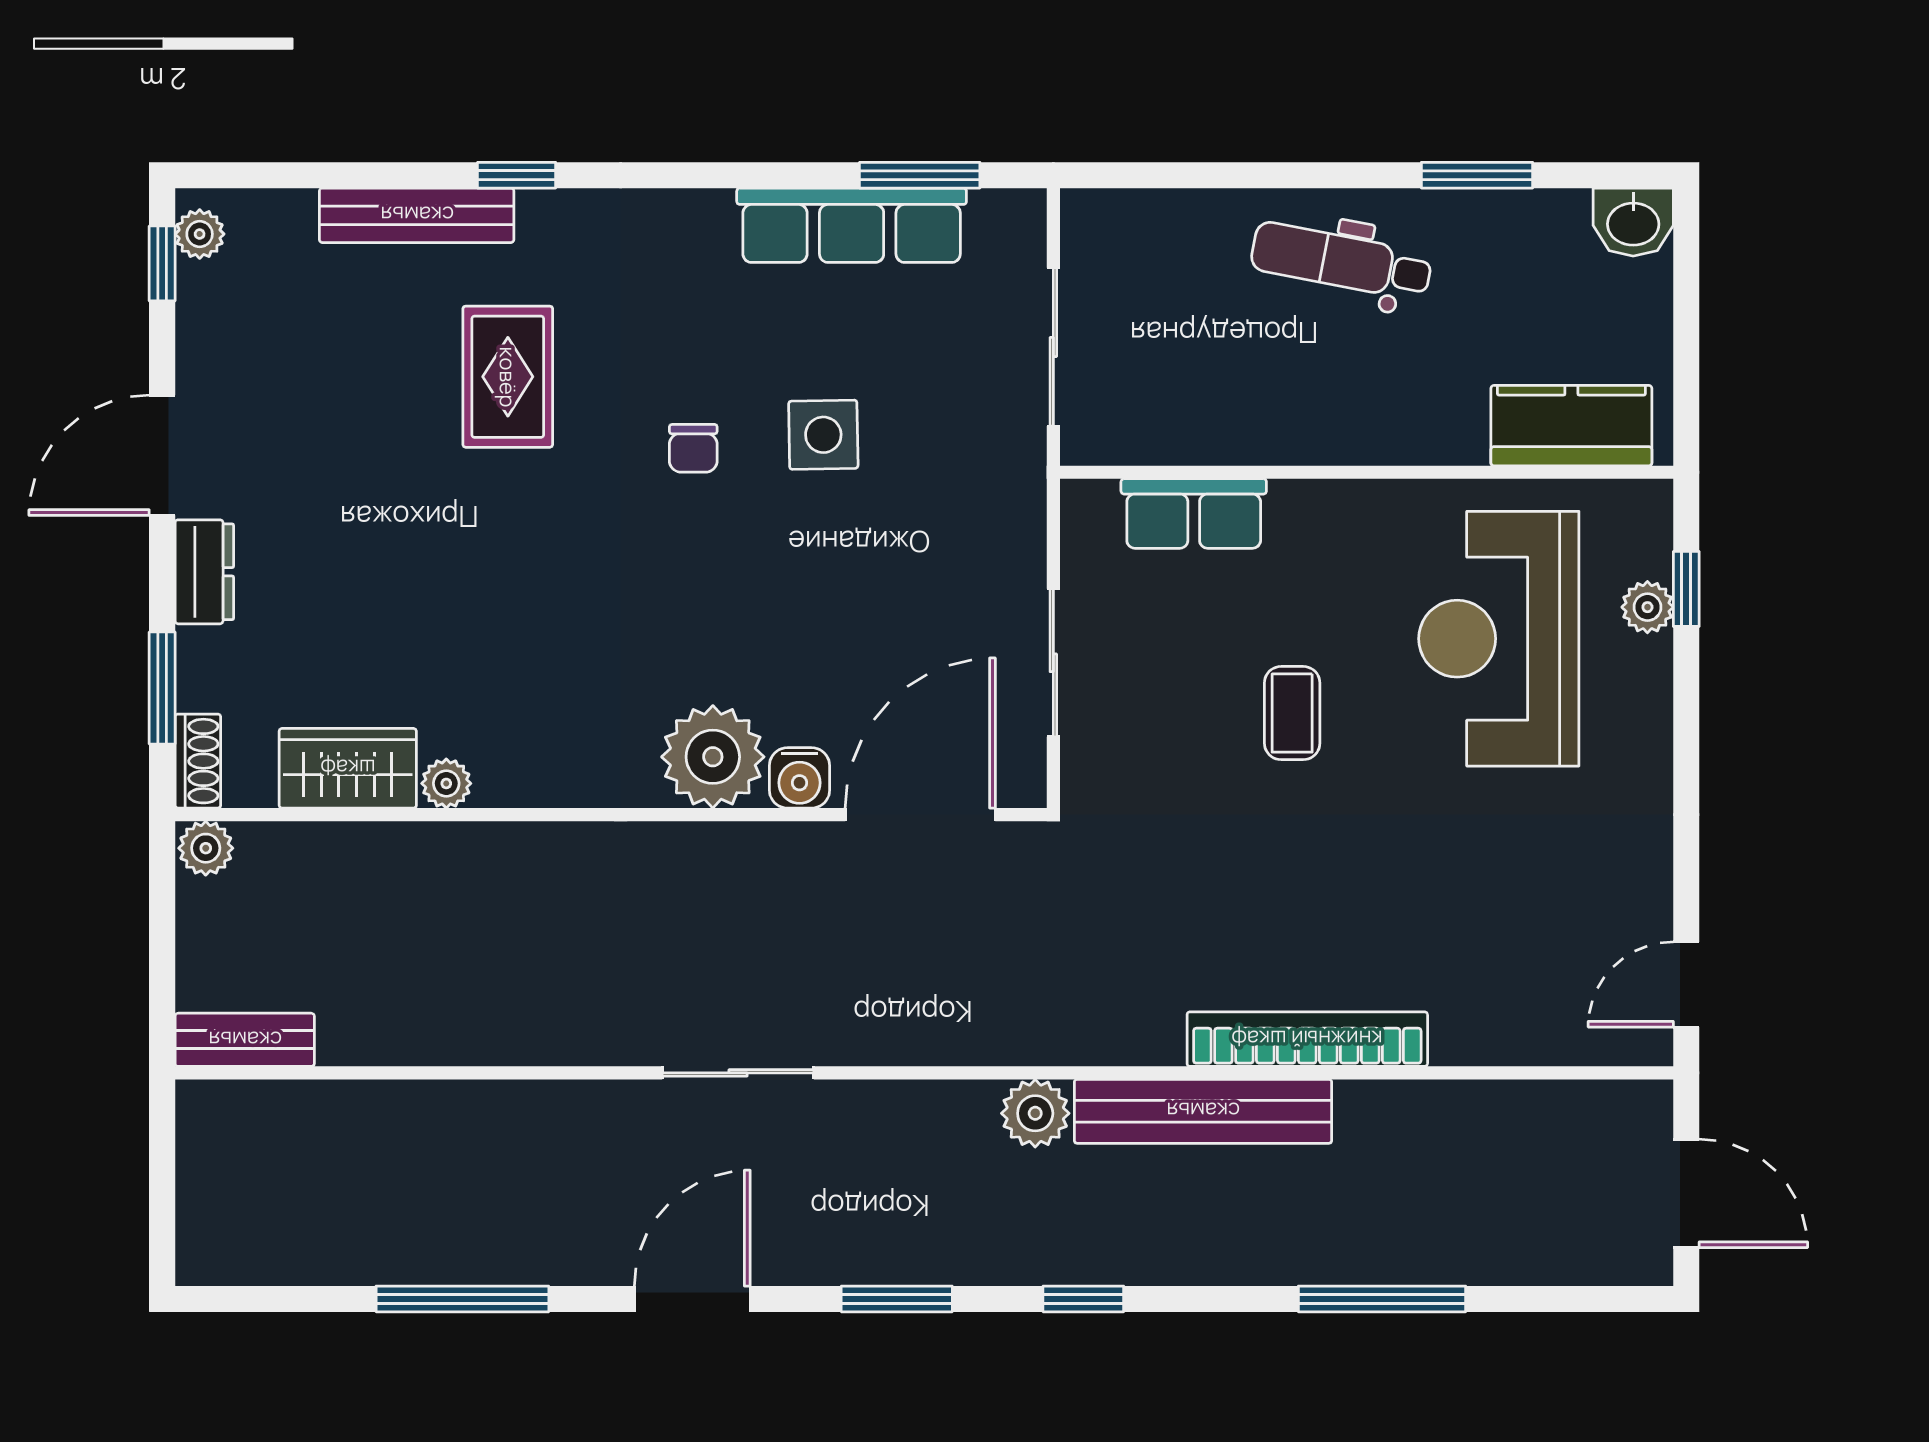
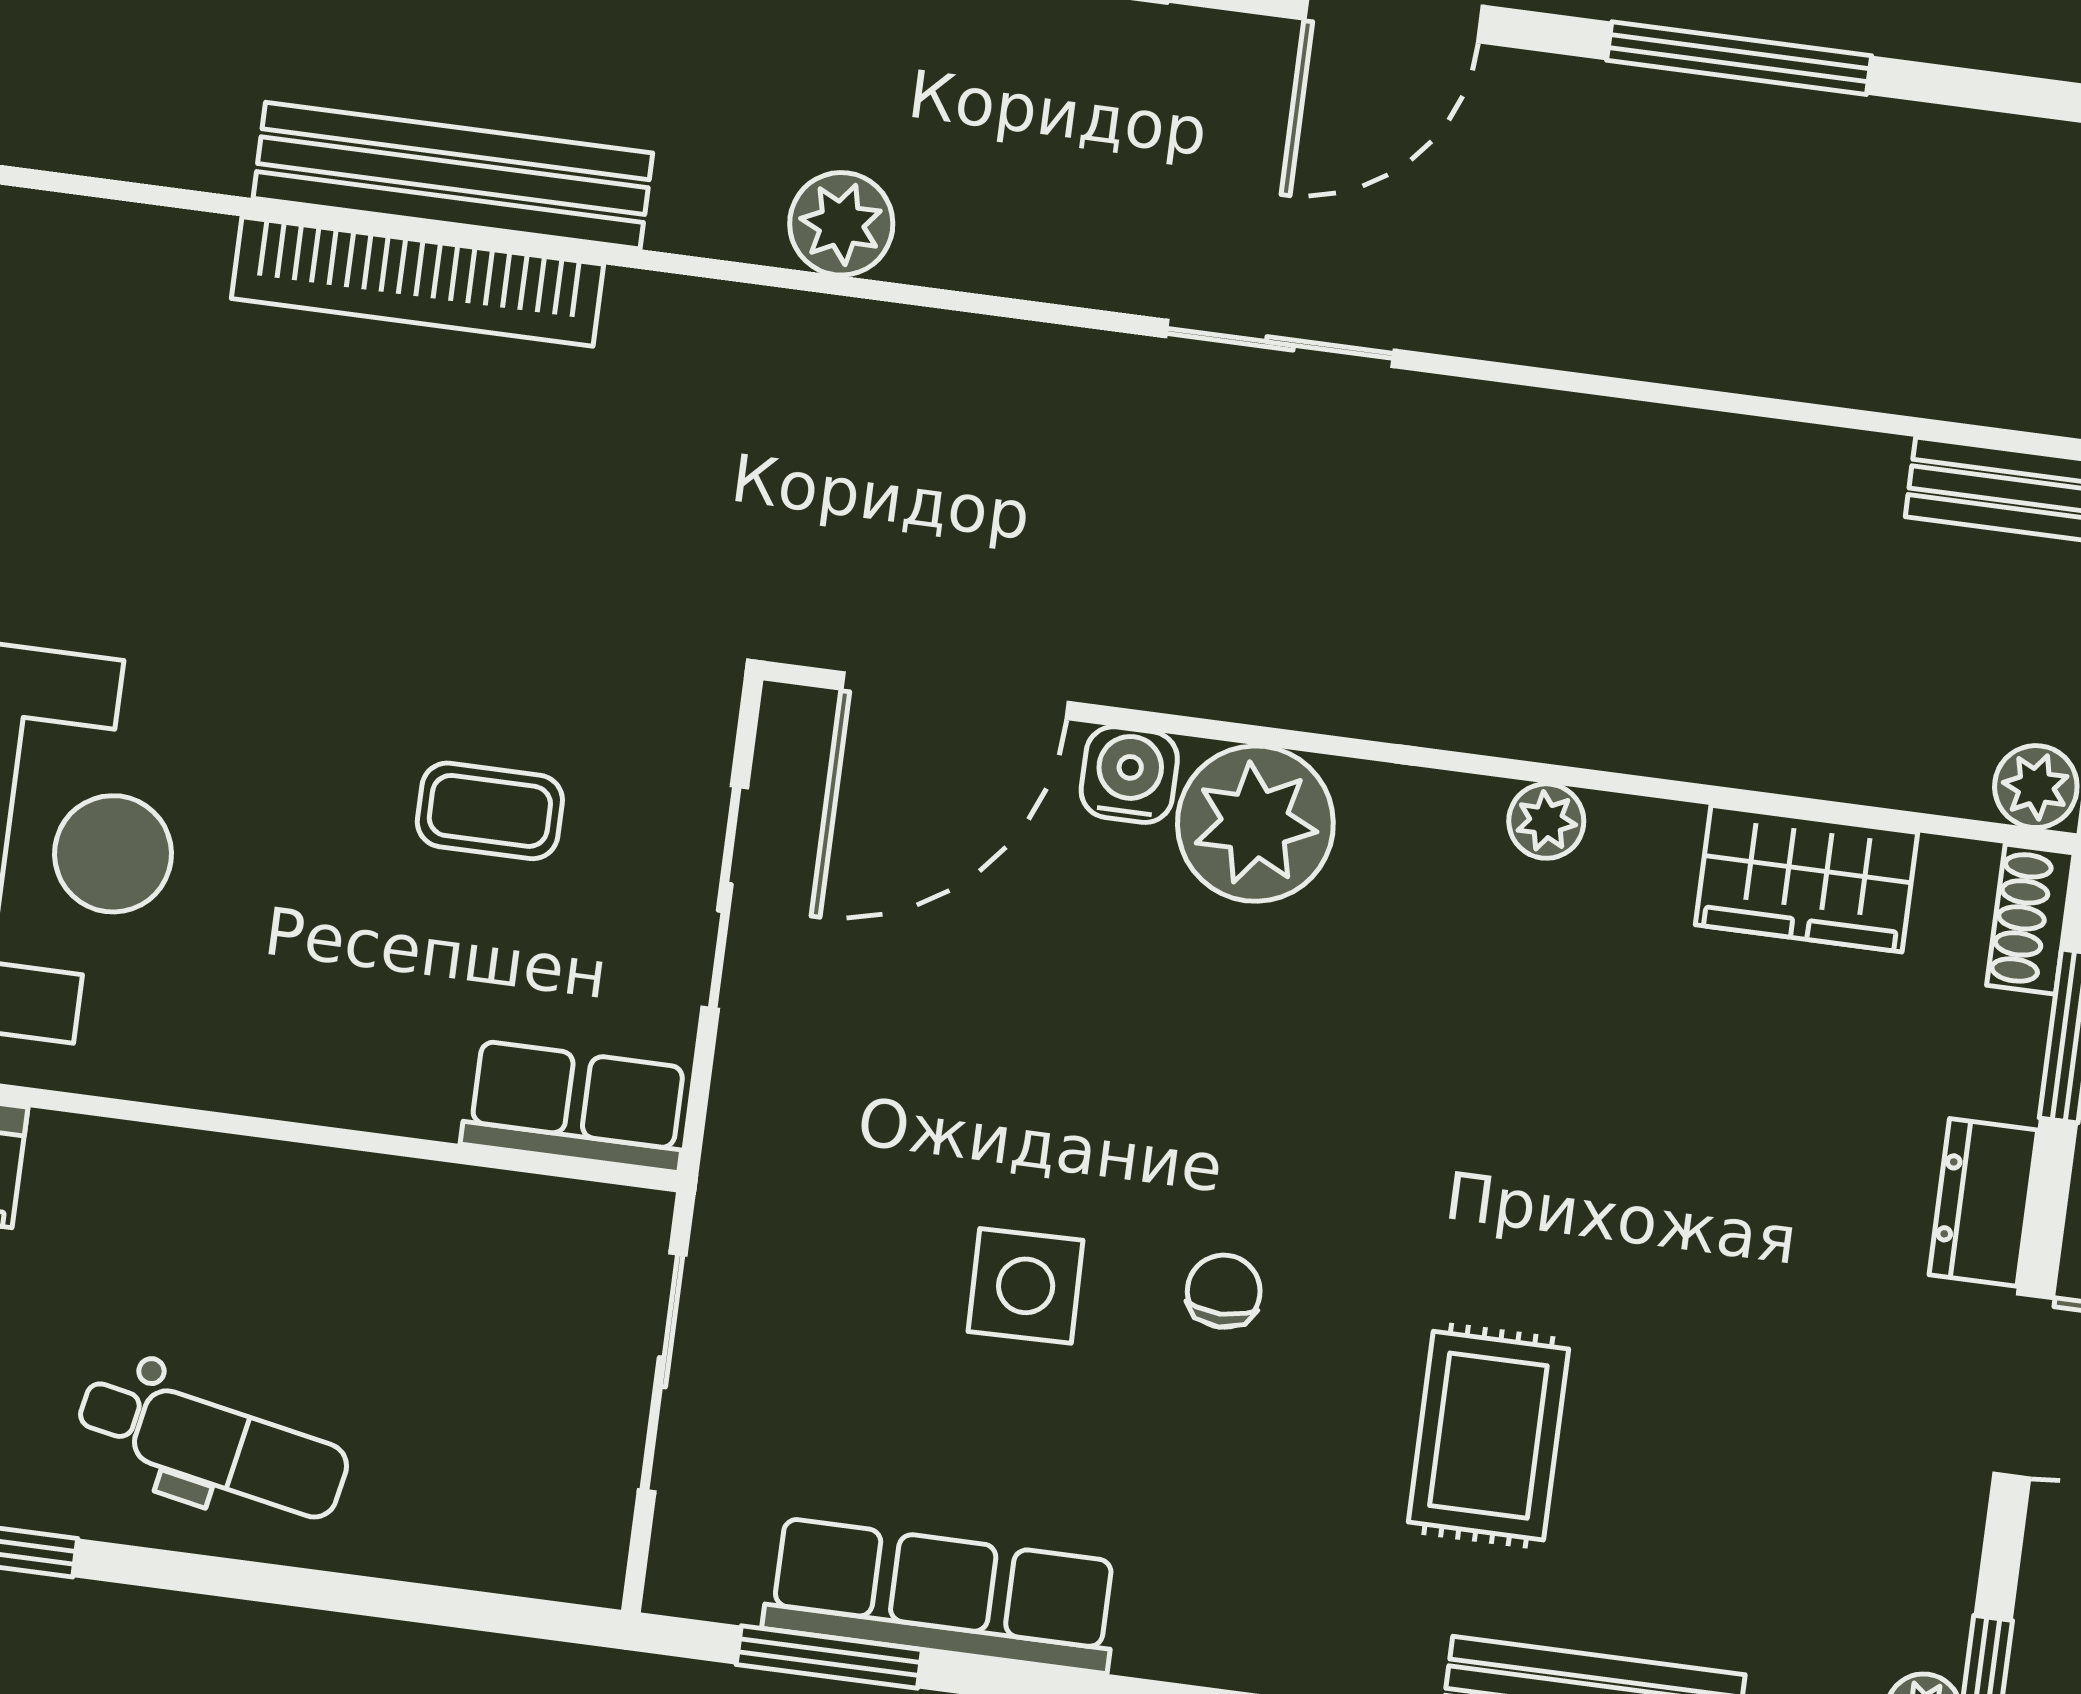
row of seats: (1194, 514) -> (576, 1106), moved
coffee table: (1292, 713) -> (490, 811), moved, turned 90
plant: (446, 783) -> (1546, 821), moved
bench: (1203, 1111) -> (453, 176), moved

